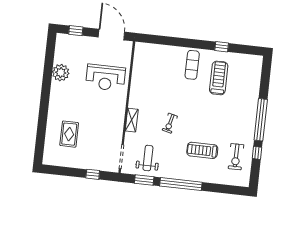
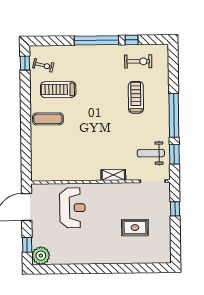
window: (222, 47) -> (25, 63), moved
plant: (61, 73) -> (41, 256), moved
exercise bike: (170, 123) -> (43, 65), moved
rug: (69, 134) -> (135, 228), moved
treadmill: (202, 150) -> (136, 97), turned 180

